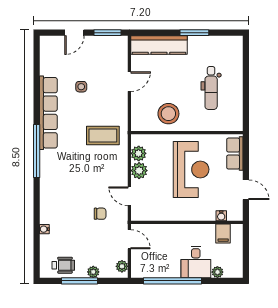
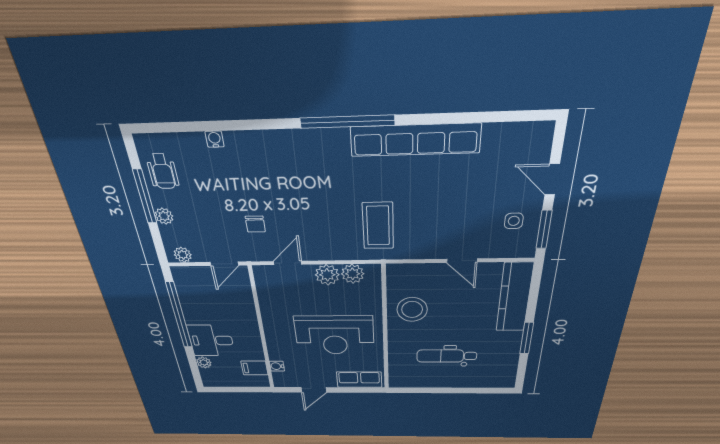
side table: (81, 87) -> (514, 221), moved

